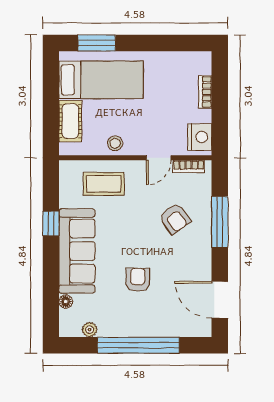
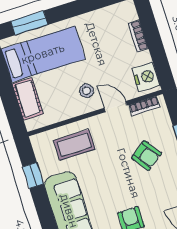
stool: (115, 143) -> (86, 91), moved
door: (159, 158) -> (116, 107), swing flipped
window: (51, 223) -> (33, 175), moved

